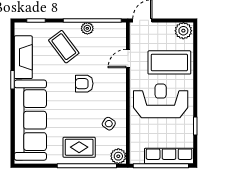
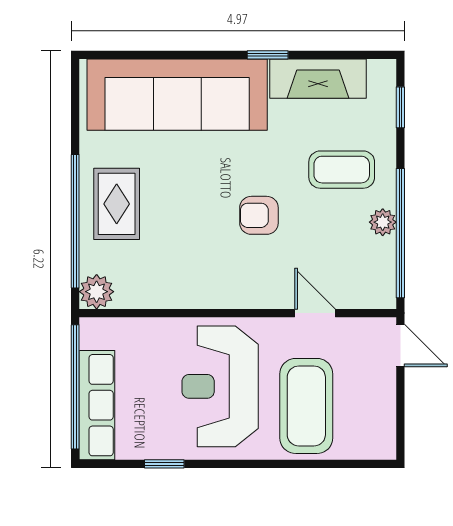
plant: (183, 31) -> (377, 437), removed
coffee table: (64, 47) -> (342, 170), turned 37
armchair: (84, 84) -> (259, 215), turned -90
reception desk: (161, 101) -> (220, 386), turned 180
side table: (109, 124) -> (169, 270), removed

